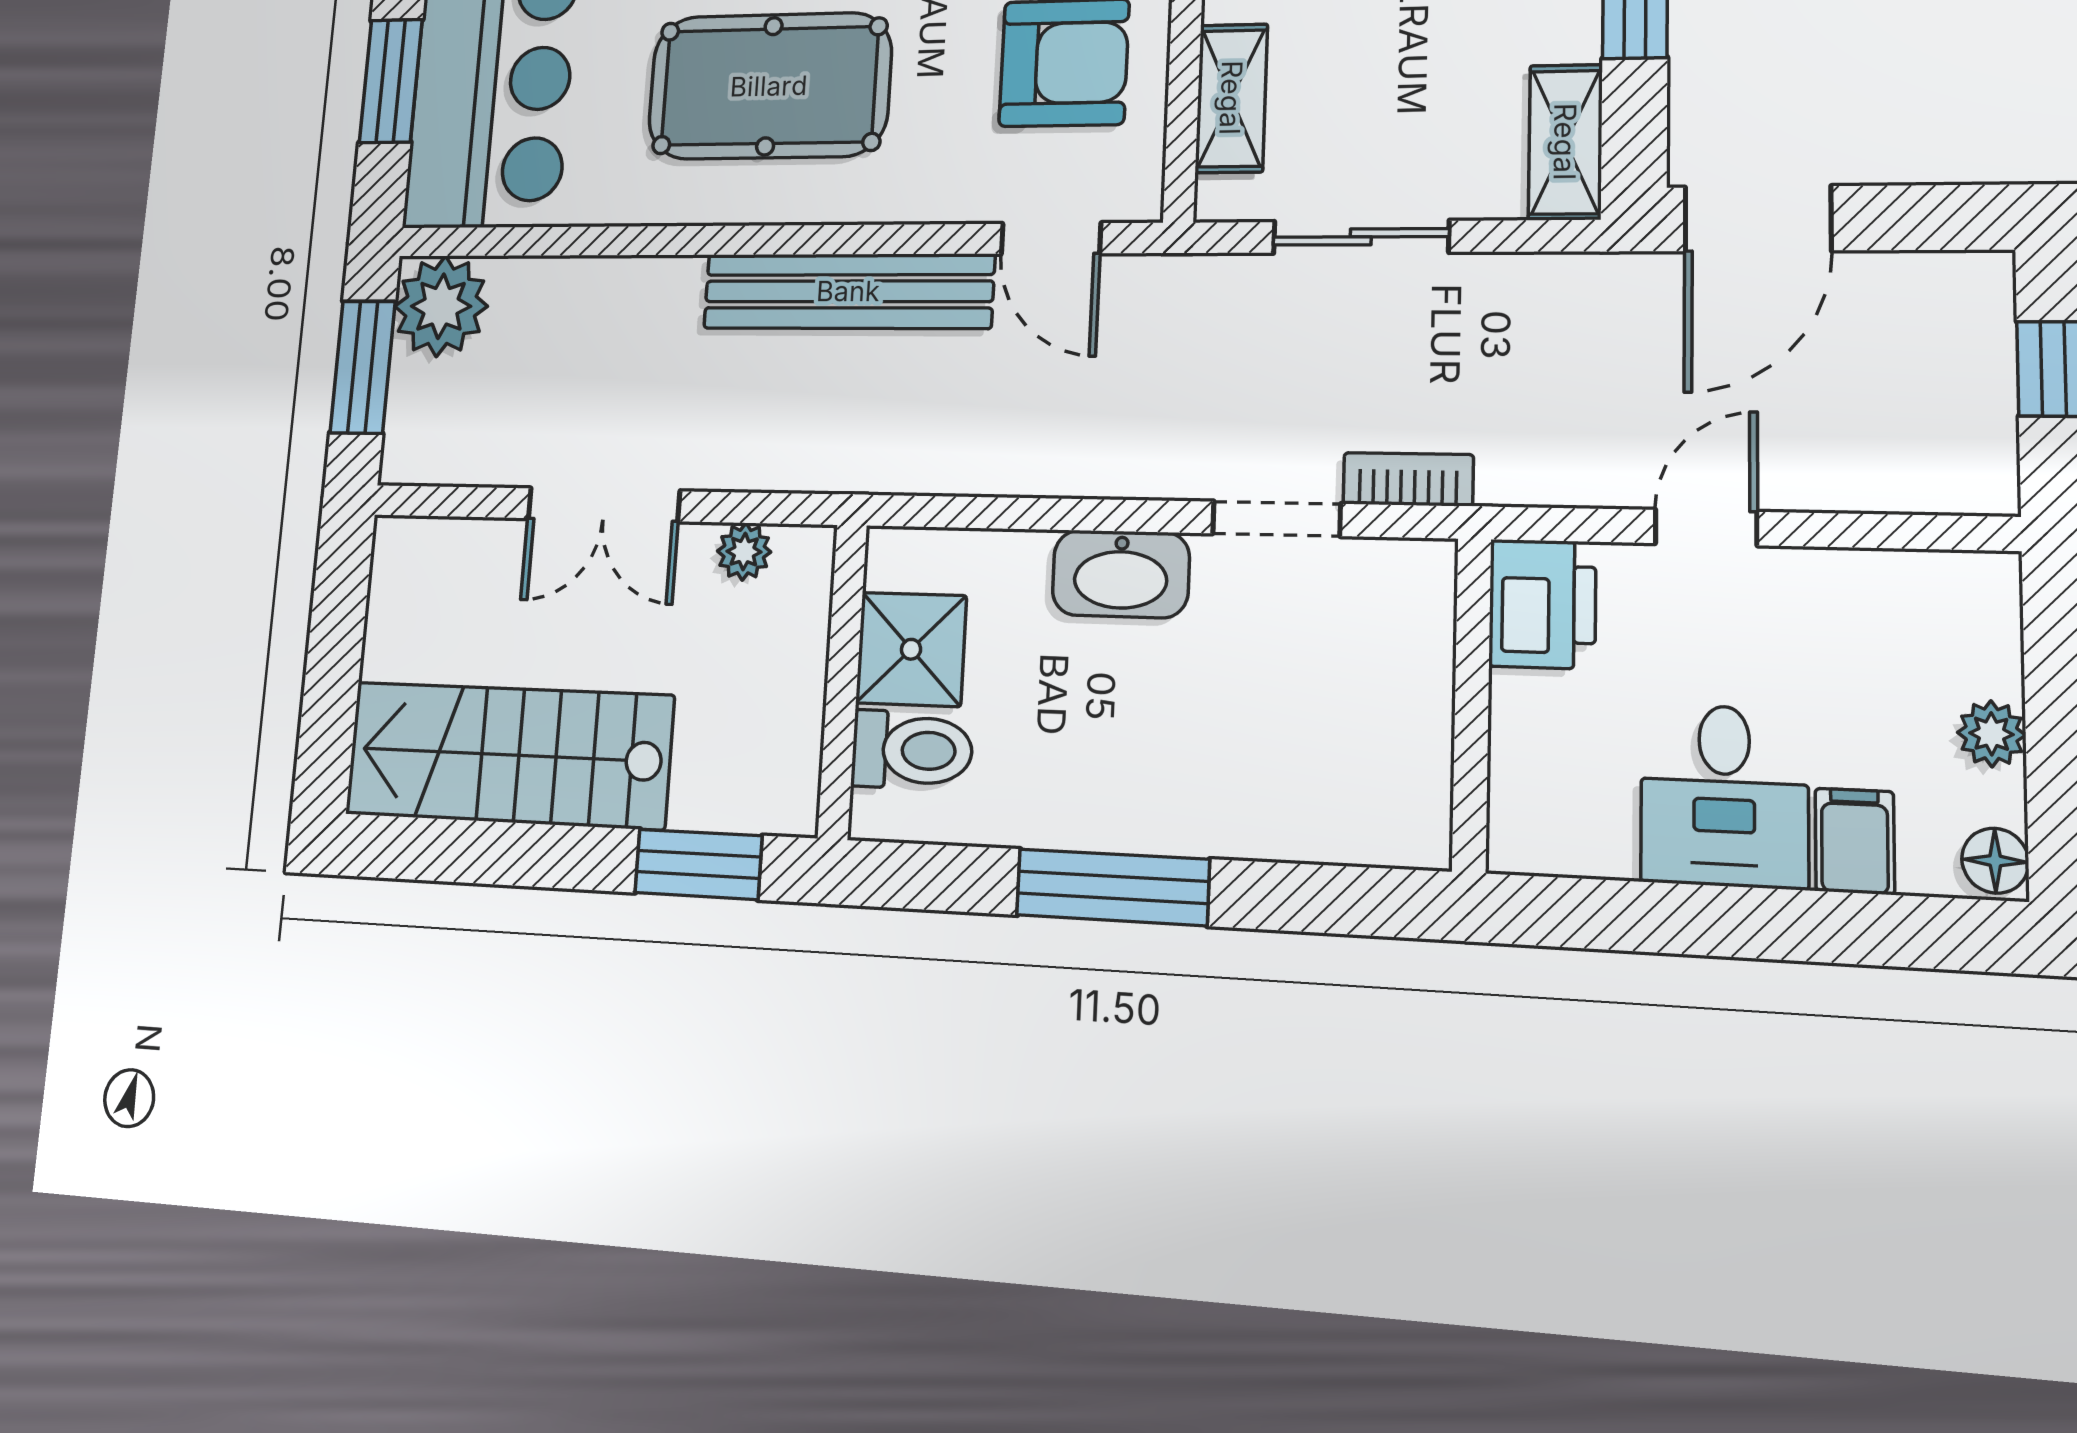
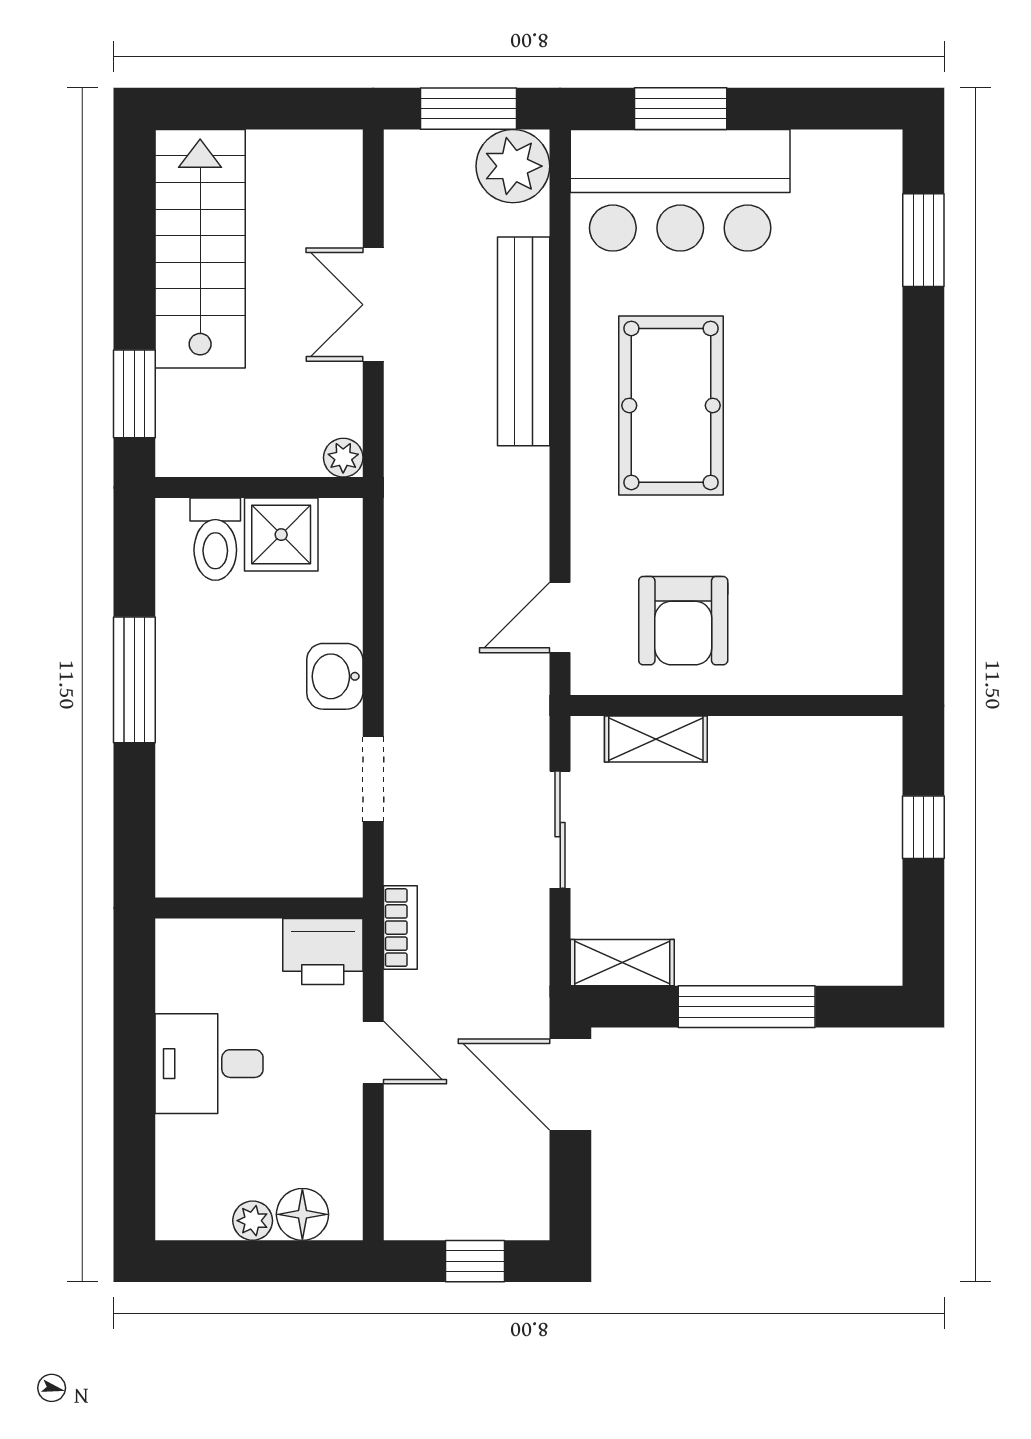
bench: (848, 291) -> (524, 341), moved
bookcase: (1408, 479) -> (400, 928), moved
plant: (744, 552) -> (343, 458), moved
washbasin: (1121, 574) -> (335, 676), width x0.72
filing cabinet: (1855, 841) -> (186, 1141), removed
floor lamp: (1995, 861) -> (302, 1214), moved, width x1.37, depth x1.37

